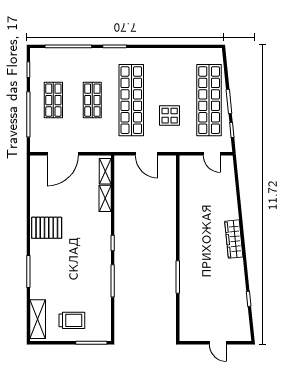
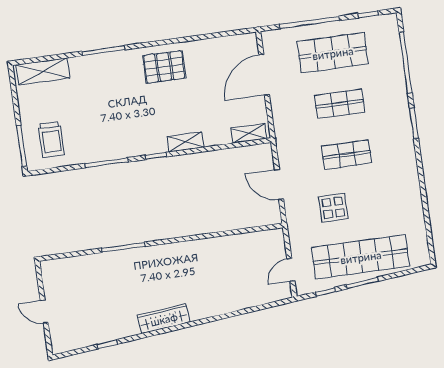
shop shelf: (53, 100) -> (333, 53), width x1.43, depth x1.36
shop shelf: (131, 100) -> (347, 155), width x0.50, depth x0.74
door: (63, 154) -> (264, 75), hinge flipped
door: (147, 154) -> (279, 184), hinge flipped
shelving: (105, 198) -> (185, 142), moved
pallet: (47, 228) -> (164, 67), turned 90
wardrobe: (234, 239) -> (164, 319), moved
trolley: (72, 320) -> (51, 139), moved
door: (218, 343) -> (44, 312), hinge flipped

